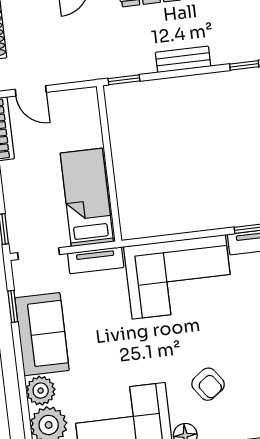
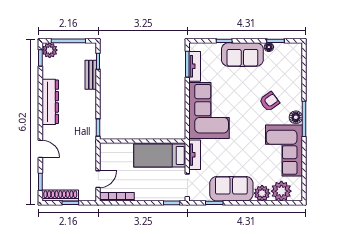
bench: (183, 59) -> (91, 75), moved

